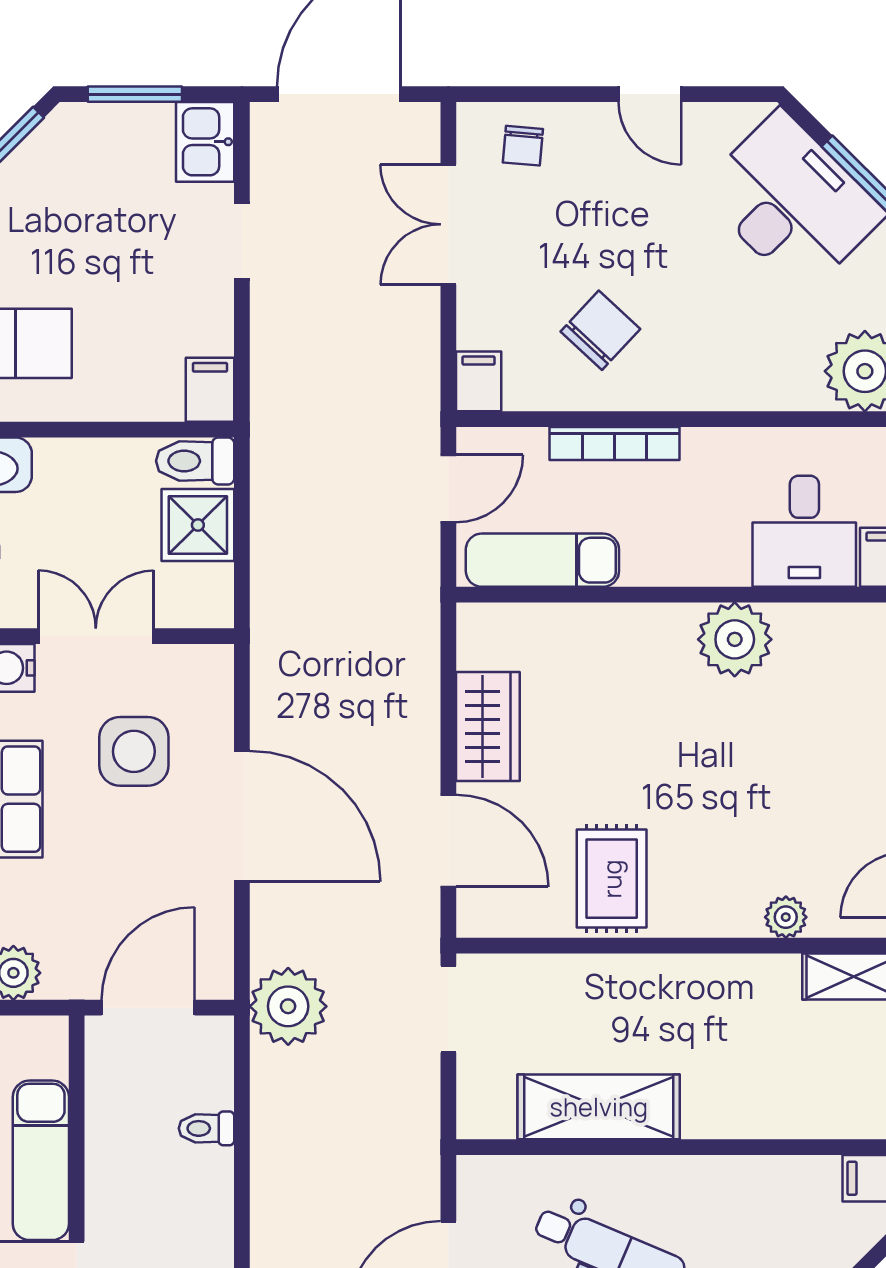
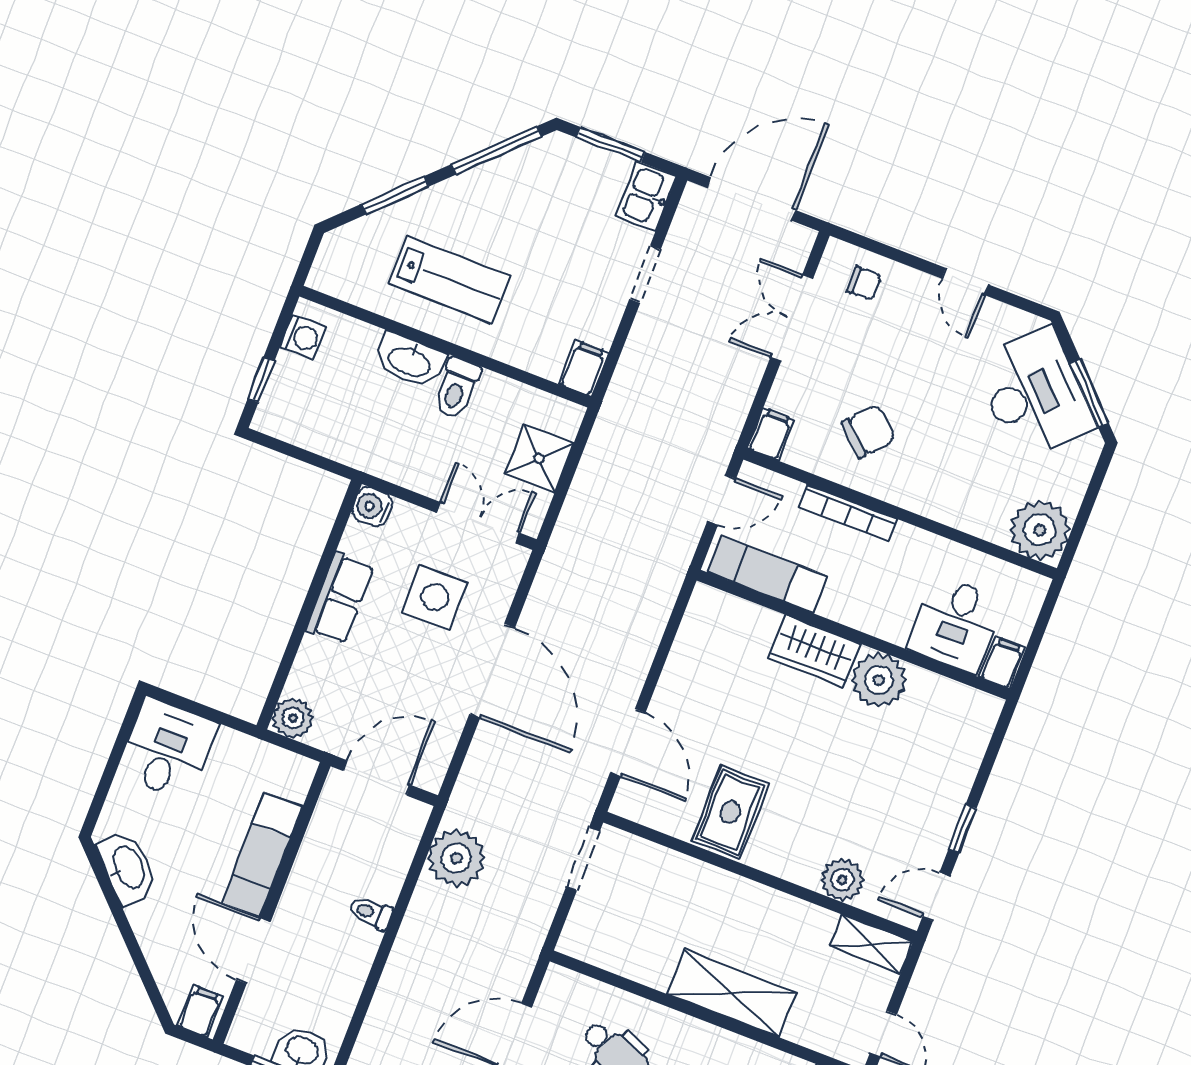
chair: (523, 146) -> (864, 283), turned -95
toilet: (195, 461) -> (457, 388), moved, turned -90
double door: (96, 636) -> (478, 523), moved
wardrobe: (488, 726) -> (814, 651), moved, turned 90
plant: (786, 917) -> (842, 880), width x1.38, depth x1.38
plant: (288, 1006) -> (456, 858), moved
shelving: (599, 1107) -> (732, 993), moved
toilet: (206, 1128) -> (371, 913), moved

